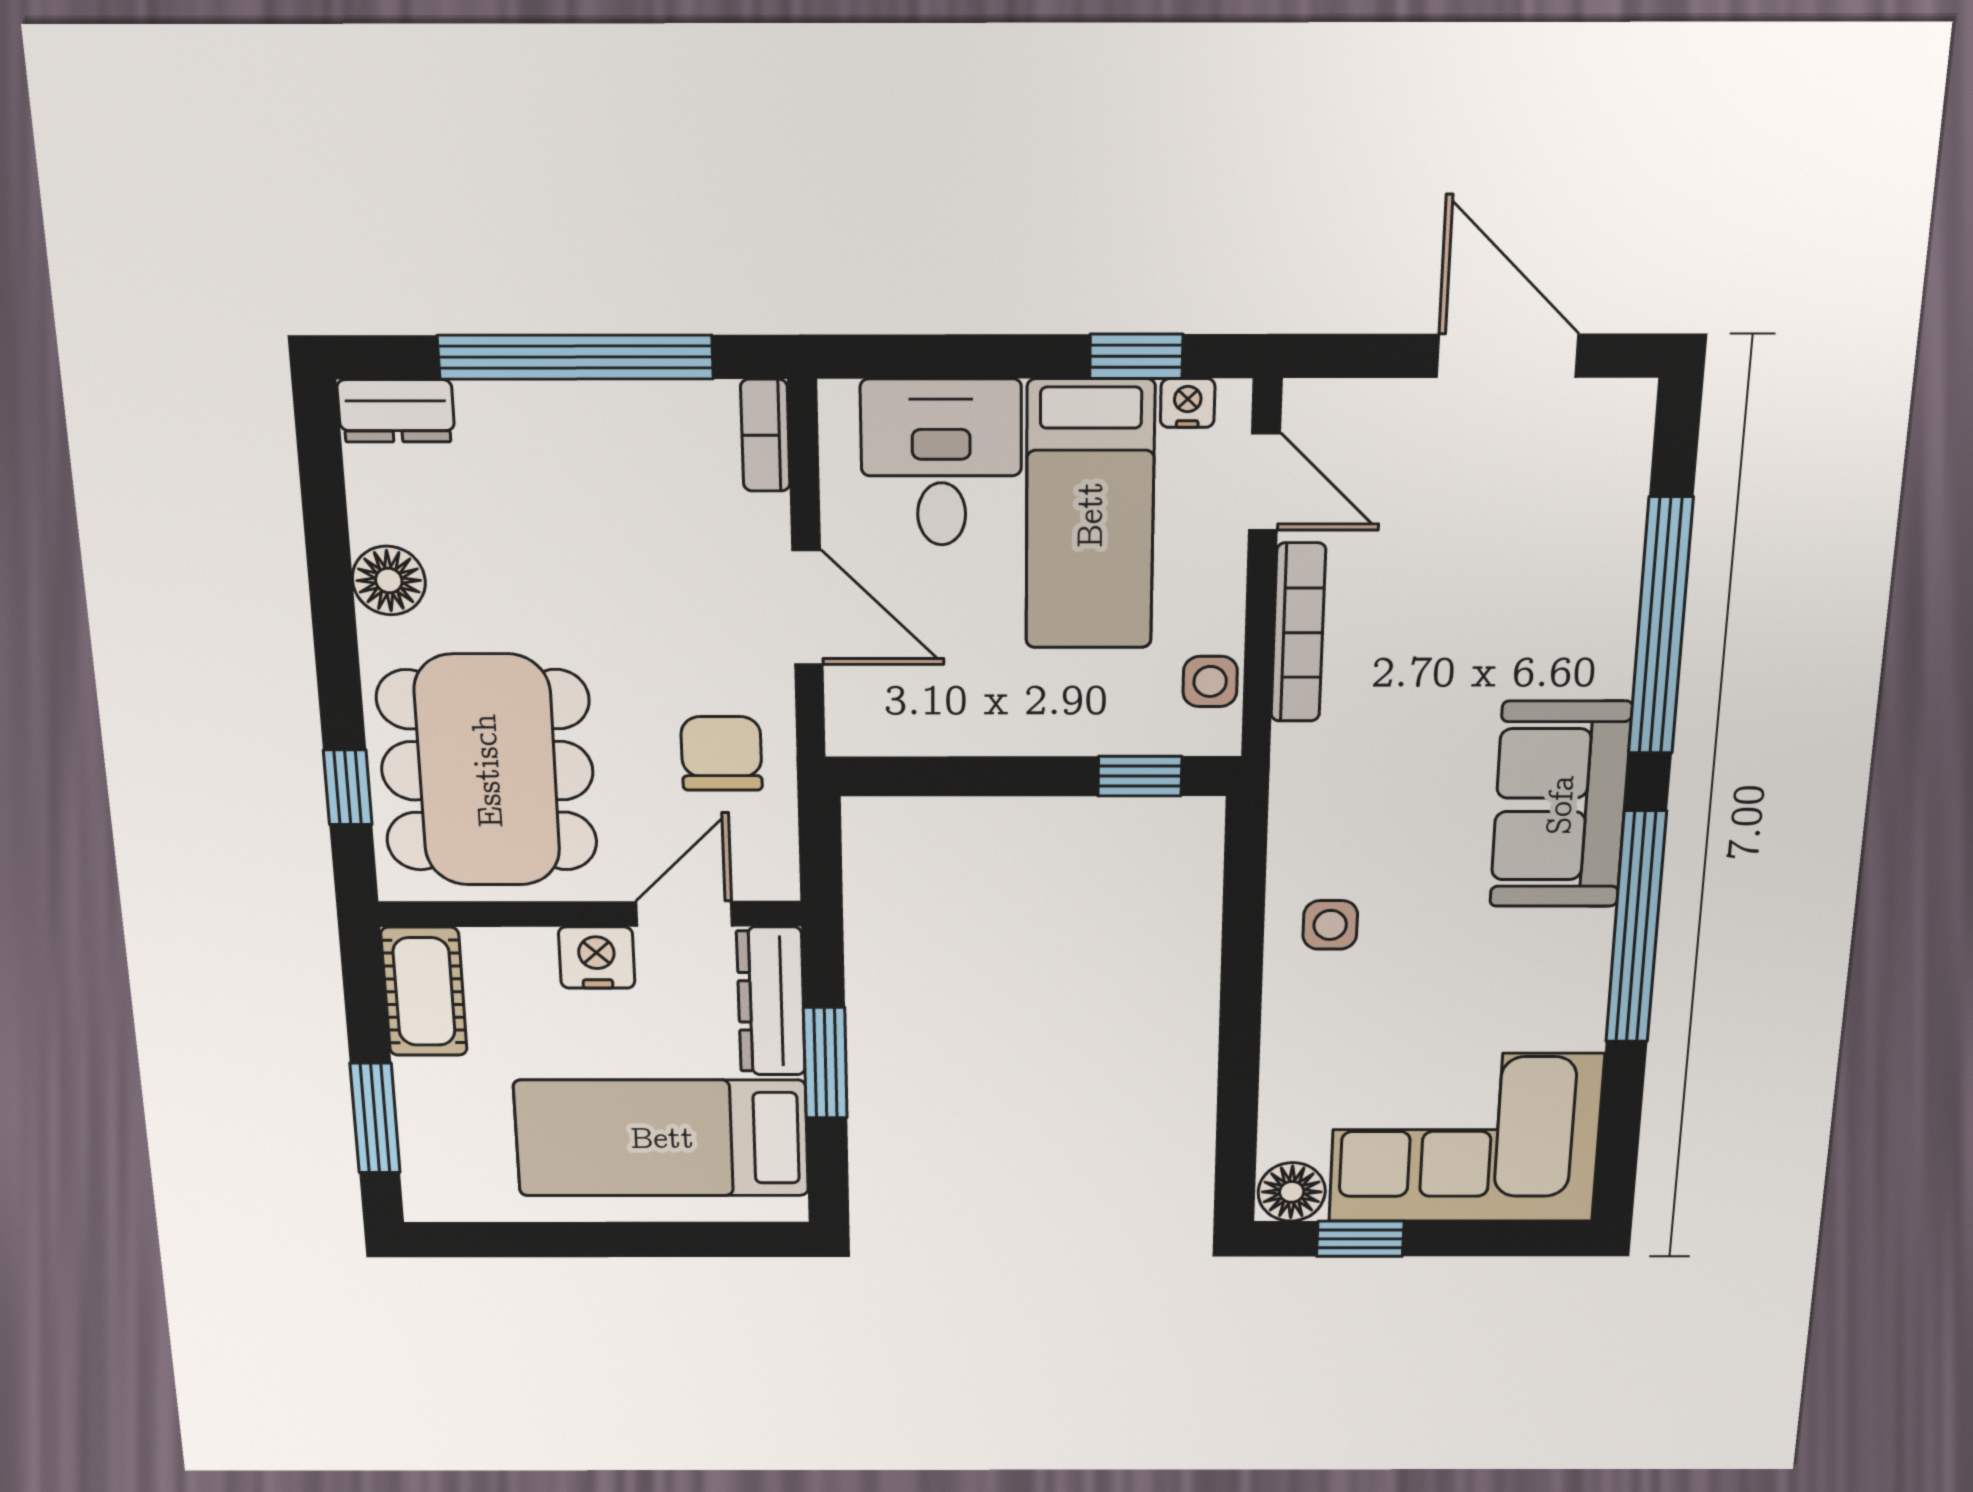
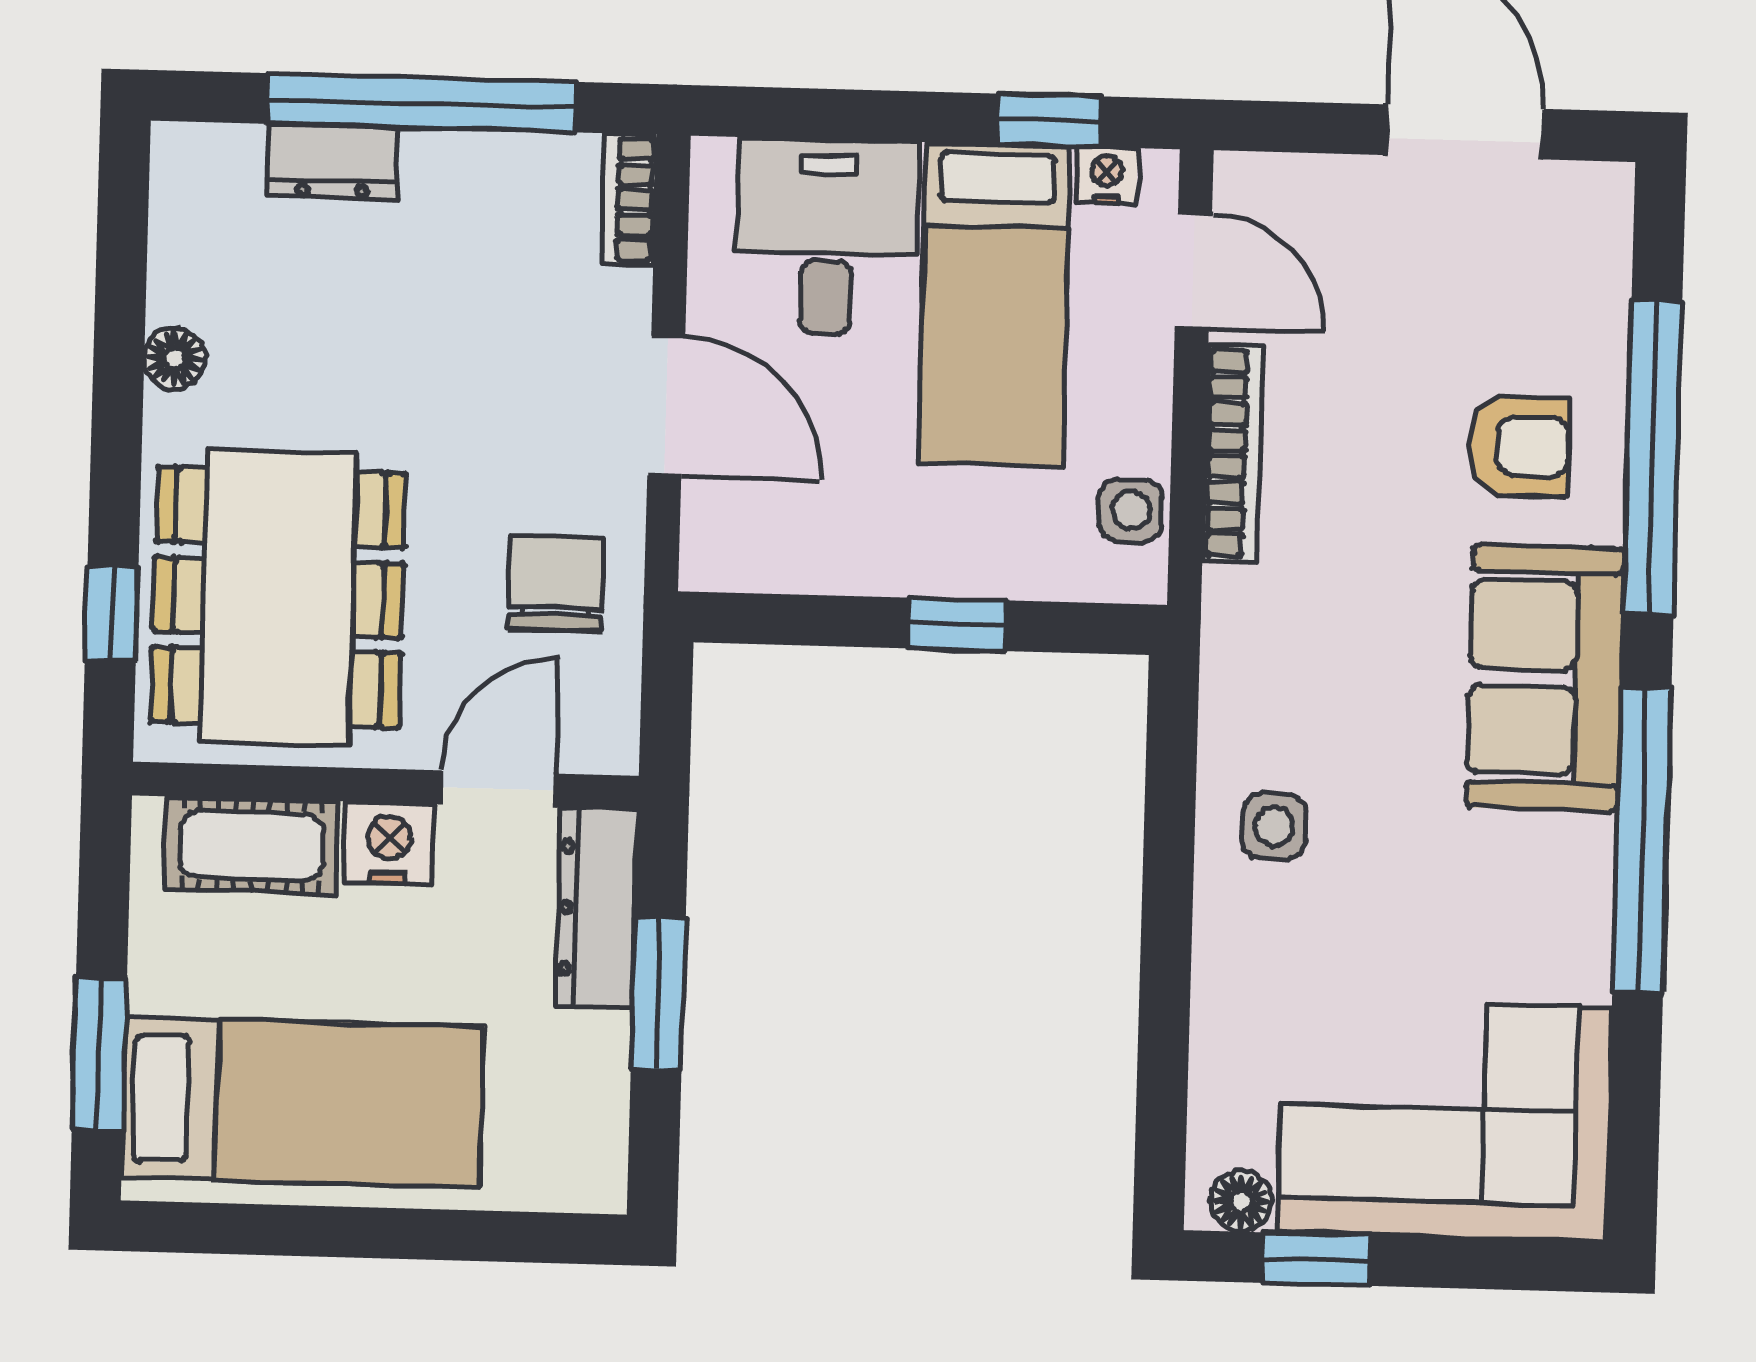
dresser: (396, 411) -> (333, 162), moved
floor lamp: (389, 581) -> (175, 359), width x0.73, depth x0.73
armchair: (1545, 620) -> (1519, 446), added
window: (1140, 776) -> (957, 624), moved
cot: (424, 992) -> (252, 846), moved, turned 90
bed: (662, 1138) -> (303, 1102), moved, turned 180
floor lamp: (1292, 1192) -> (1241, 1201), width x0.73, depth x0.73

